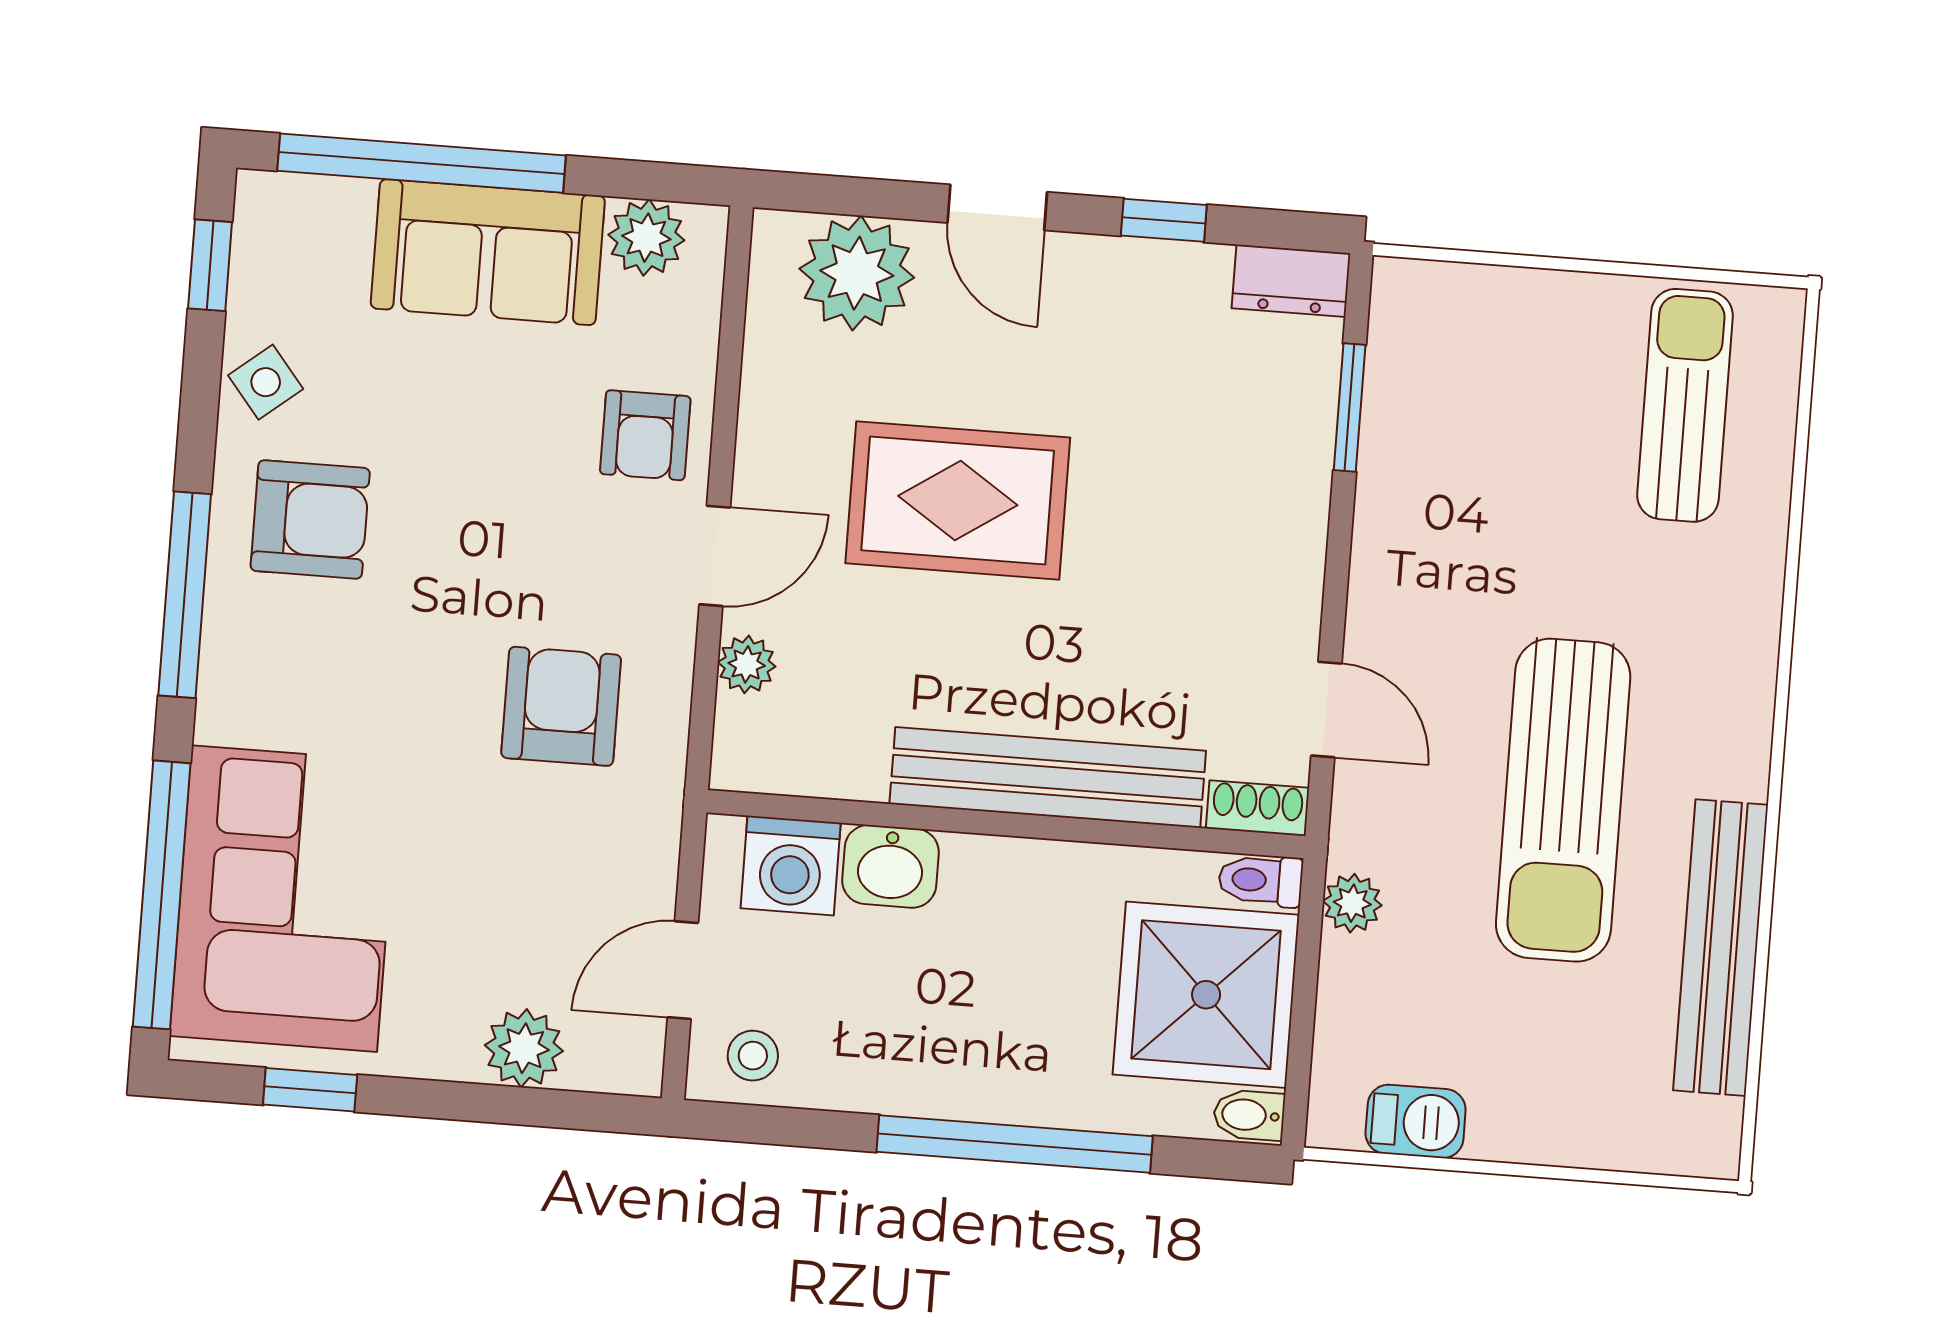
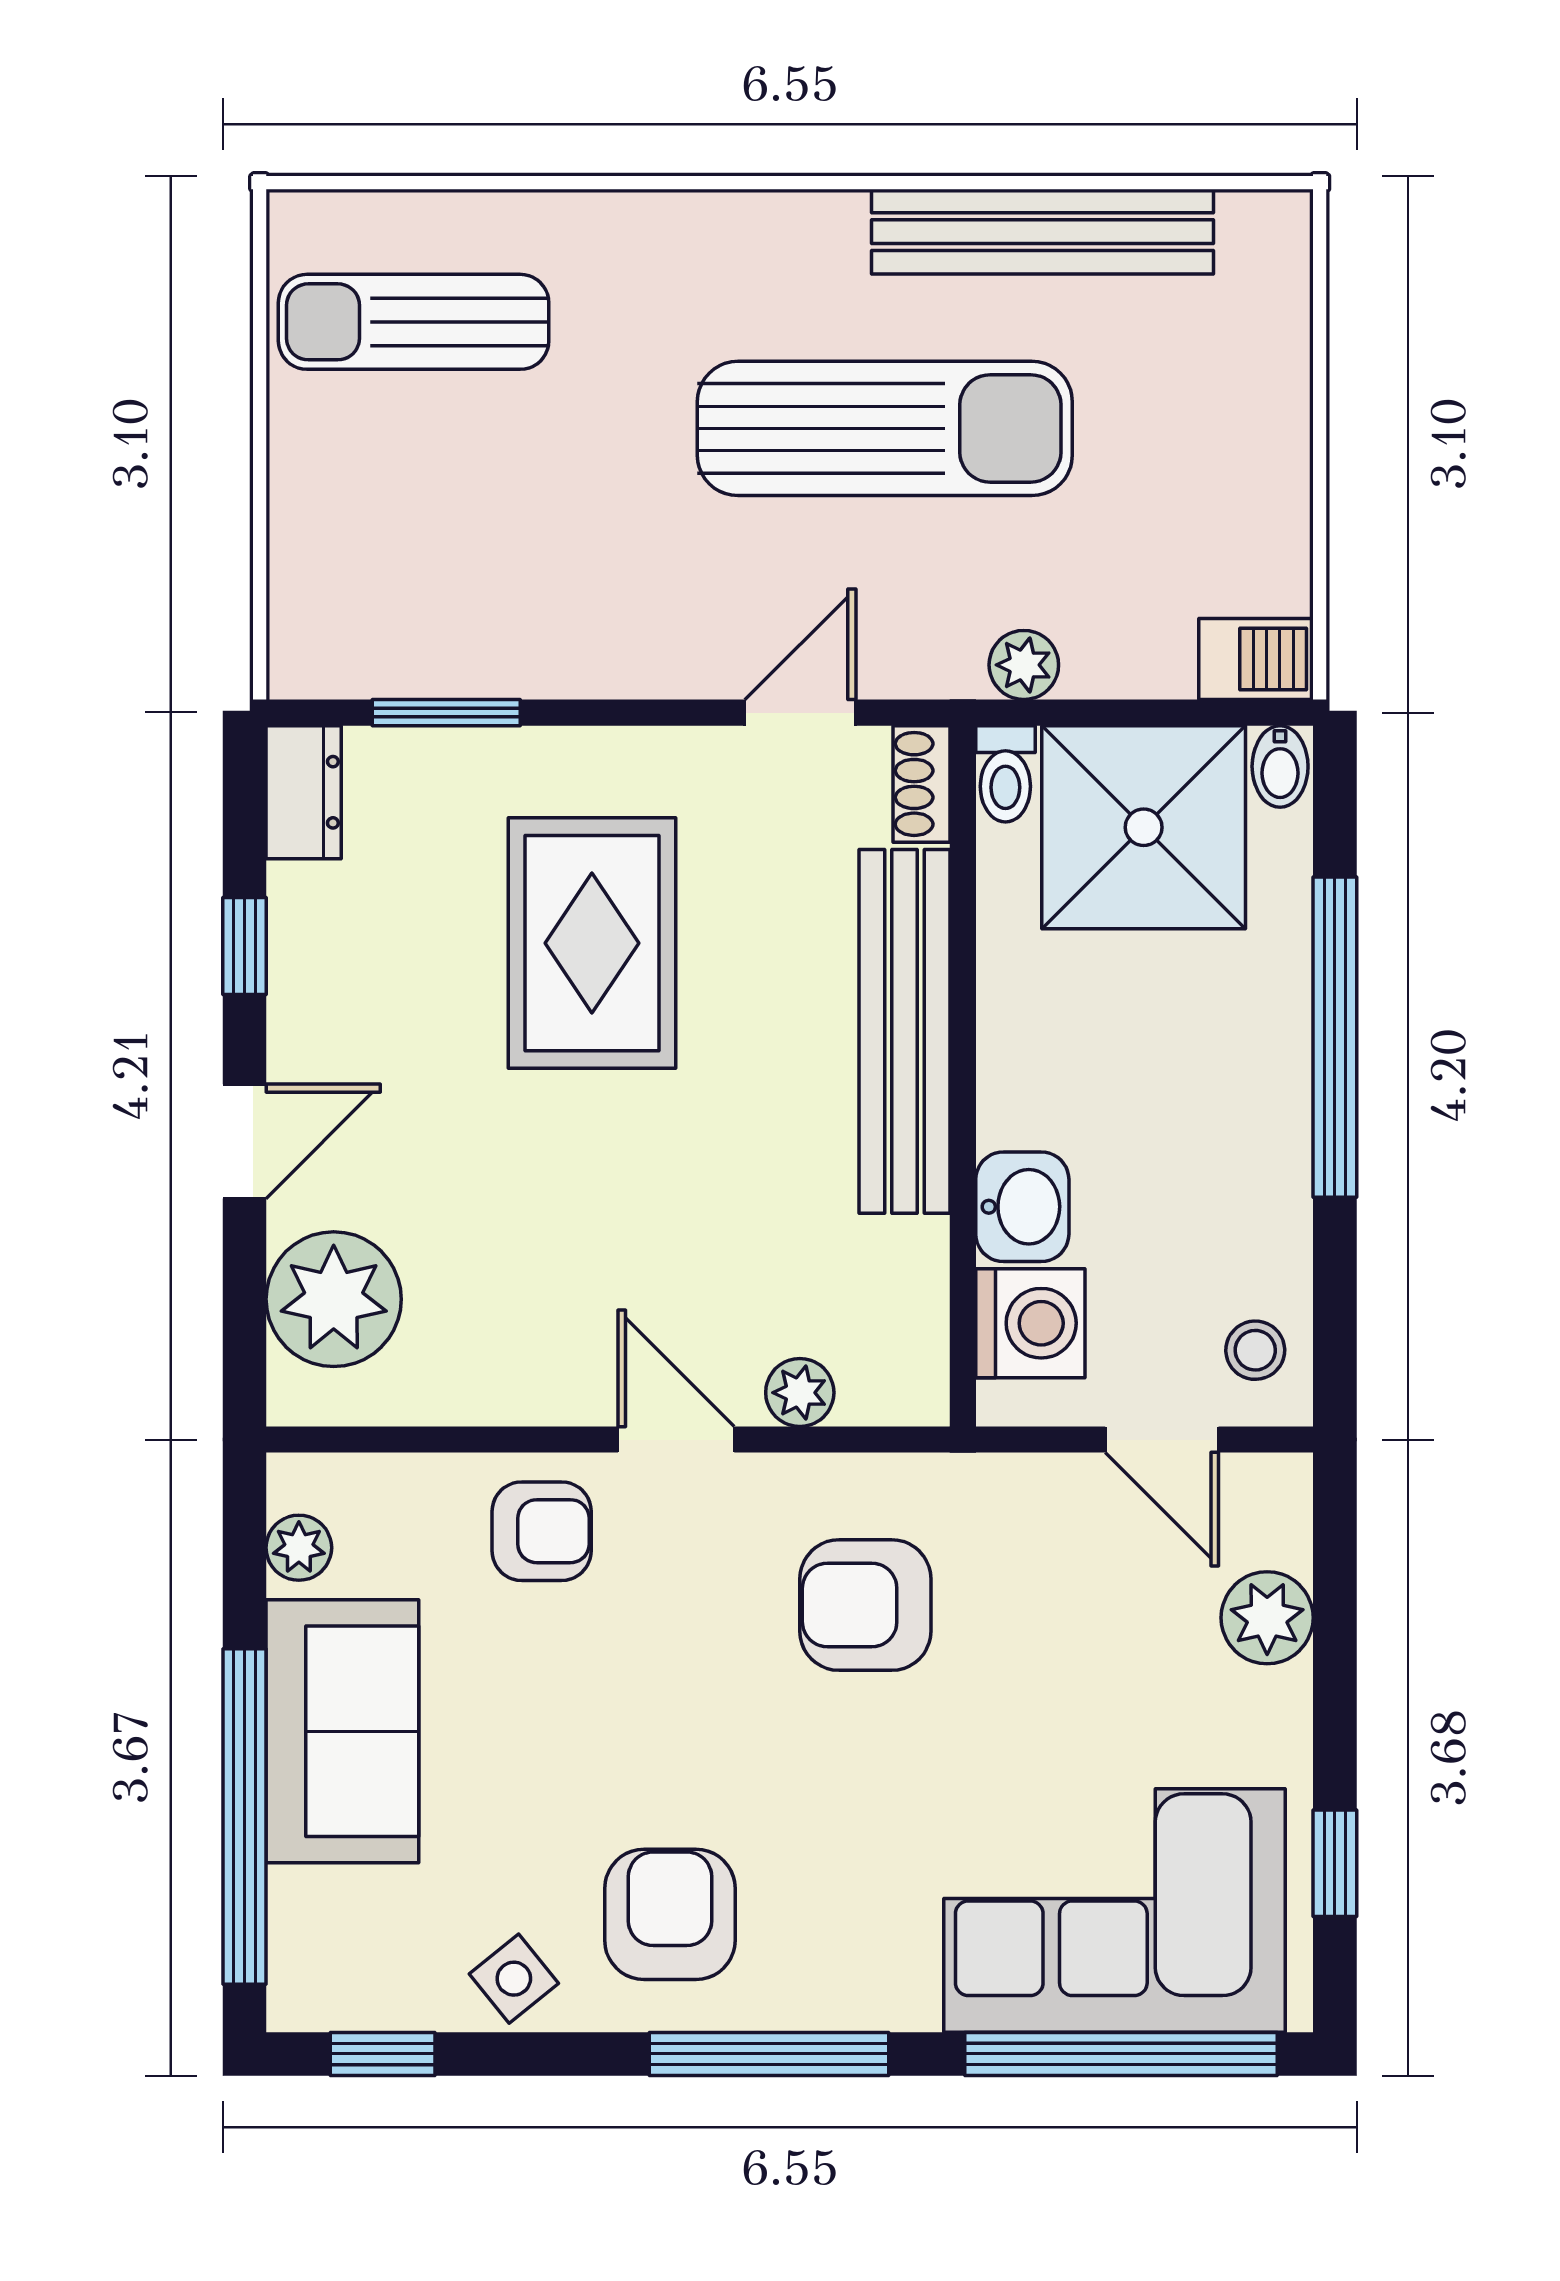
plant: (646, 238) -> (299, 1548), width x0.73, depth x0.73
rug: (958, 500) -> (592, 943), moved
barbecue: (1416, 1121) -> (1256, 659), moved, turned 90

